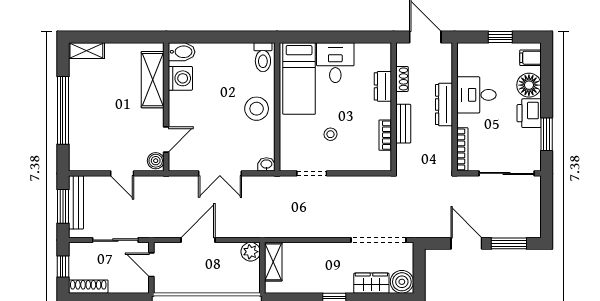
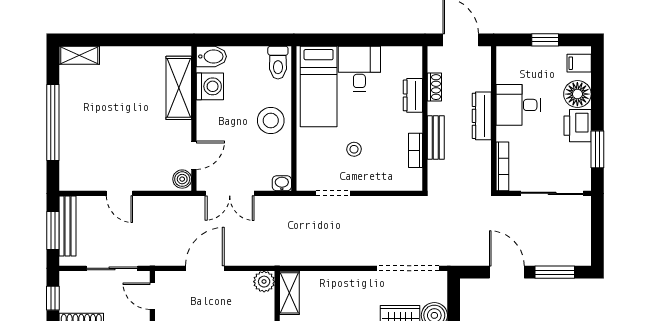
bidet: (182, 52) -> (211, 56), moved
washing machine: (180, 78) -> (210, 86), moved
shelving: (153, 80) -> (179, 88), moved
wall: (166, 107) -> (194, 119), moved
door: (166, 139) -> (194, 155), moved
boiler: (156, 161) -> (182, 179), moved

